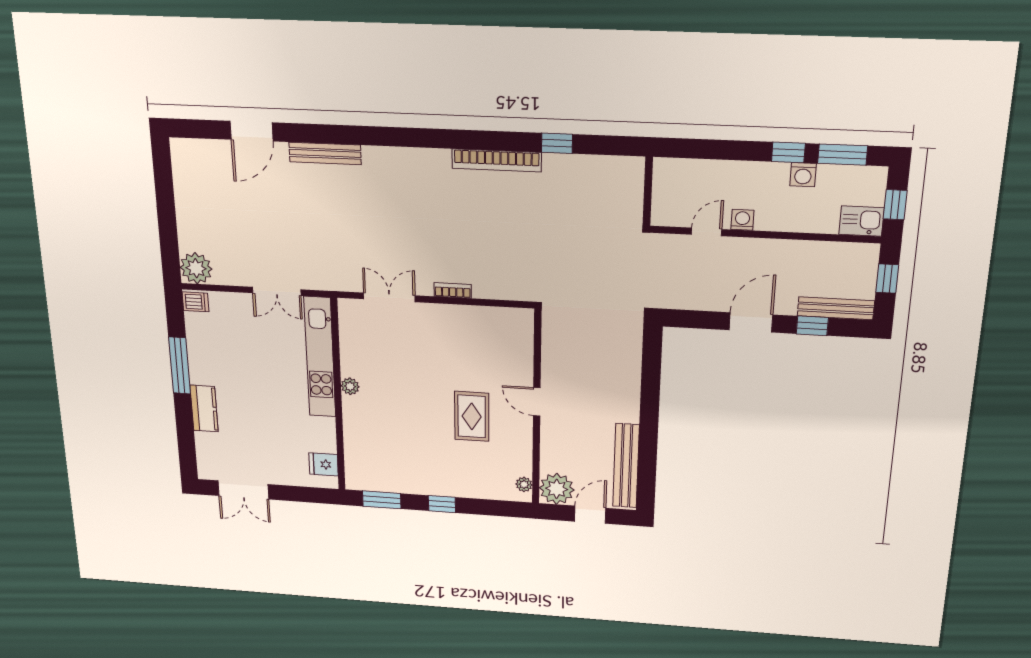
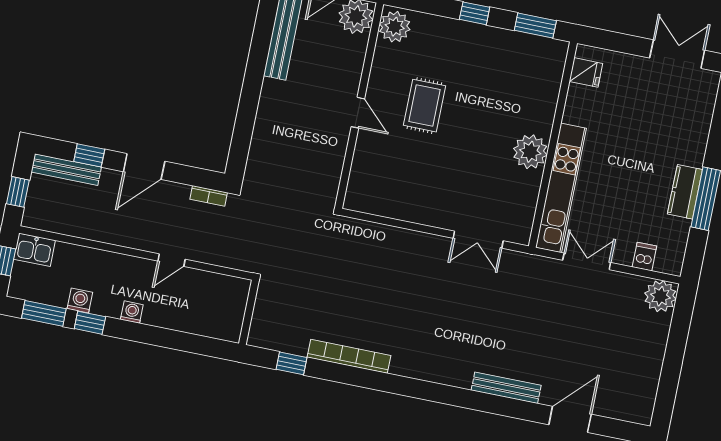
wall: (648, 191) -> (249, 312), moved
washing machine: (742, 220) -> (132, 312), moved, turned 180
bookcase: (453, 290) -> (209, 196), moved
dishwasher: (195, 302) -> (644, 257), moved, turned 90
plant: (350, 386) -> (530, 152), width x1.88, depth x1.88
kitchen counter: (204, 408) -> (685, 192), moved
plant: (524, 484) -> (395, 27), width x1.87, depth x1.87

